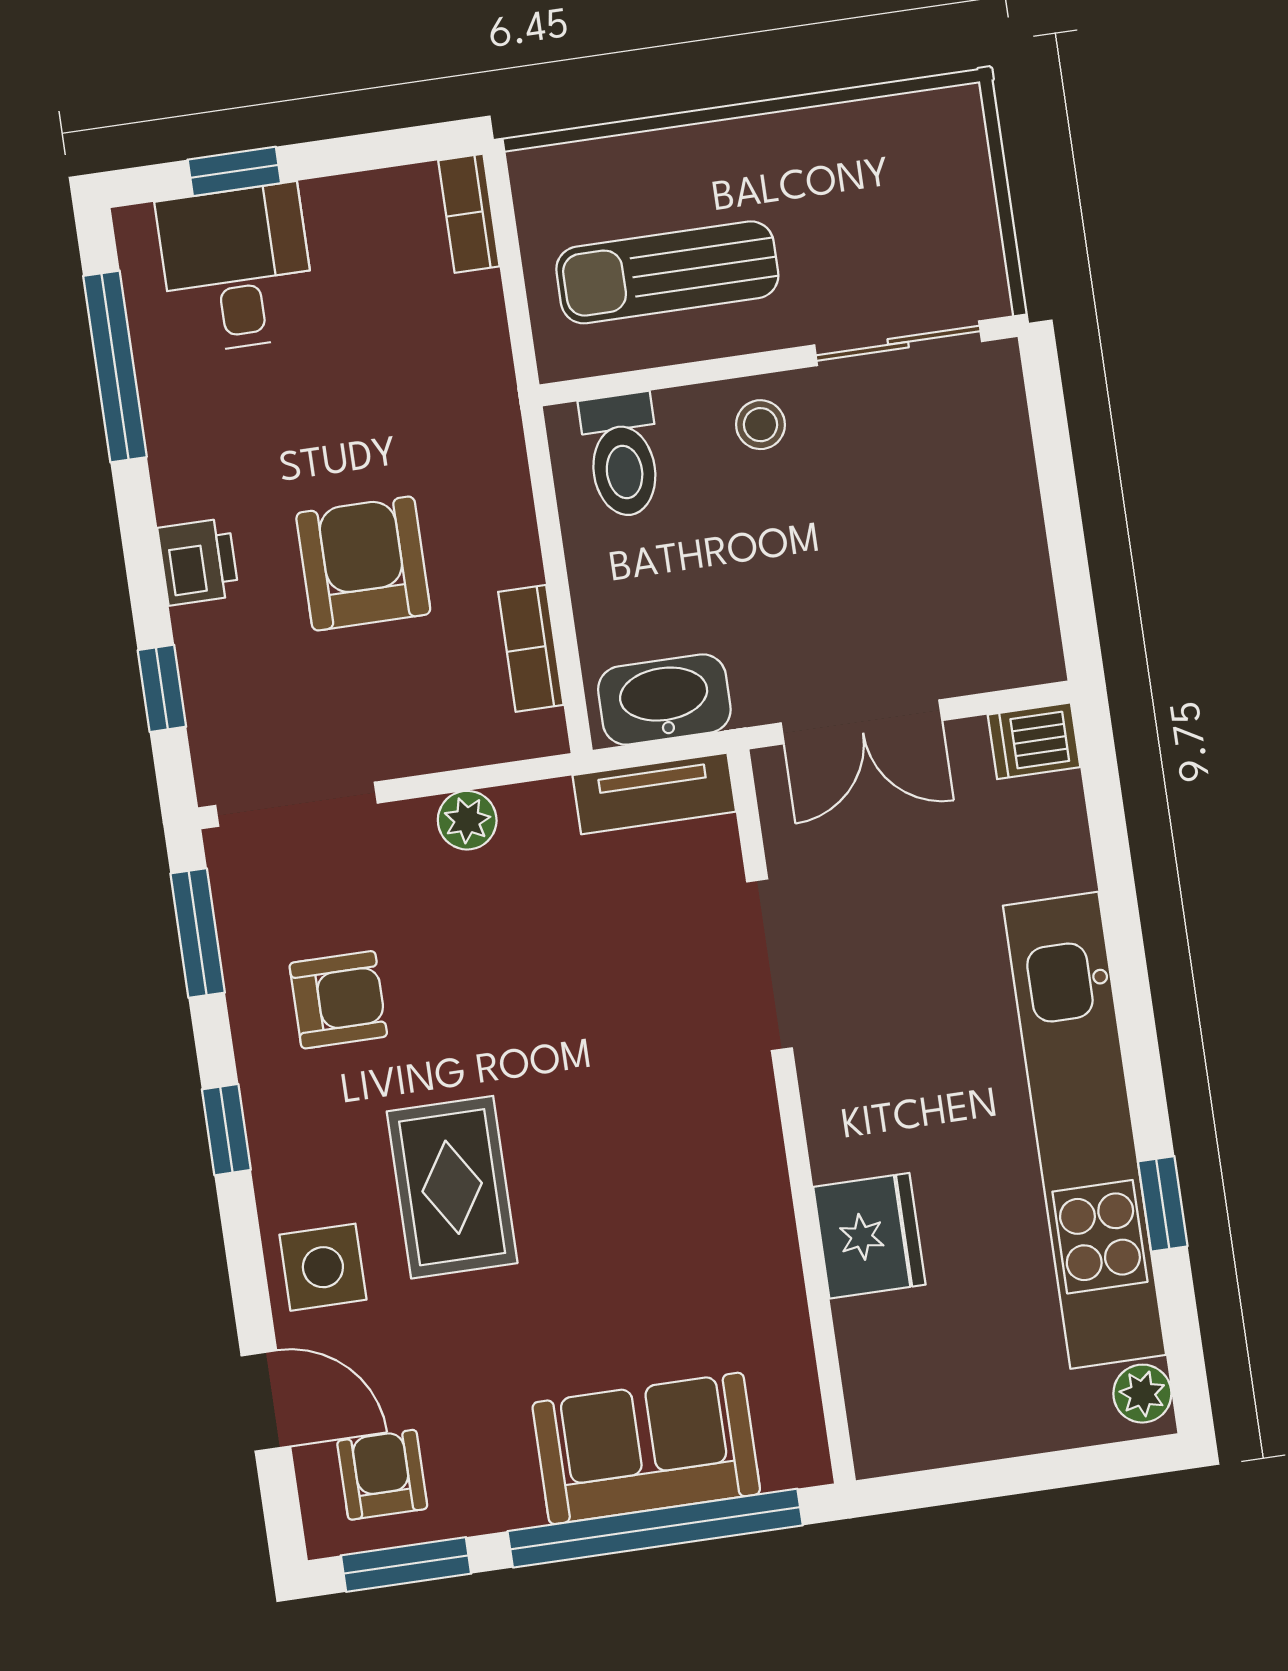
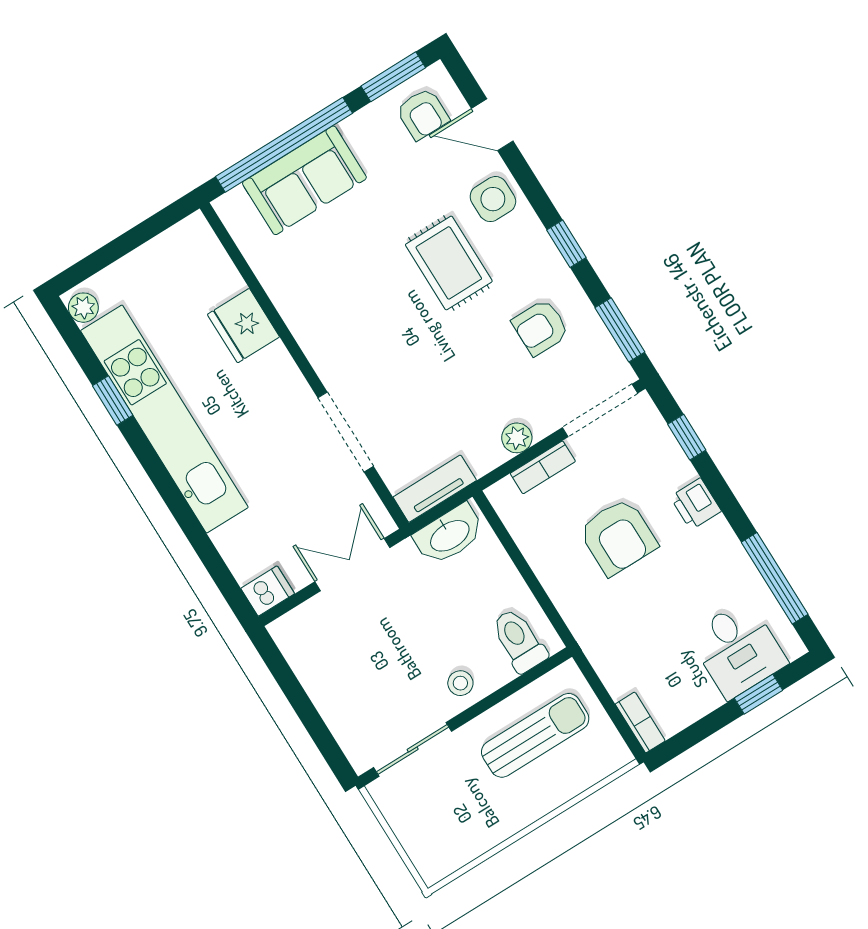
bookcase: (531, 648) -> (543, 467), moved, turned 90

